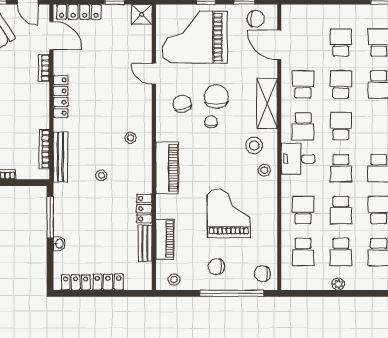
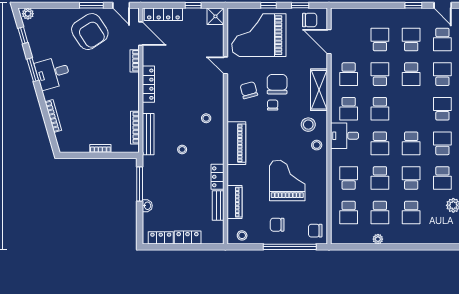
school desk: (303, 84) -> (349, 74), turned 180
school desk: (341, 126) -> (380, 109), turned 180

